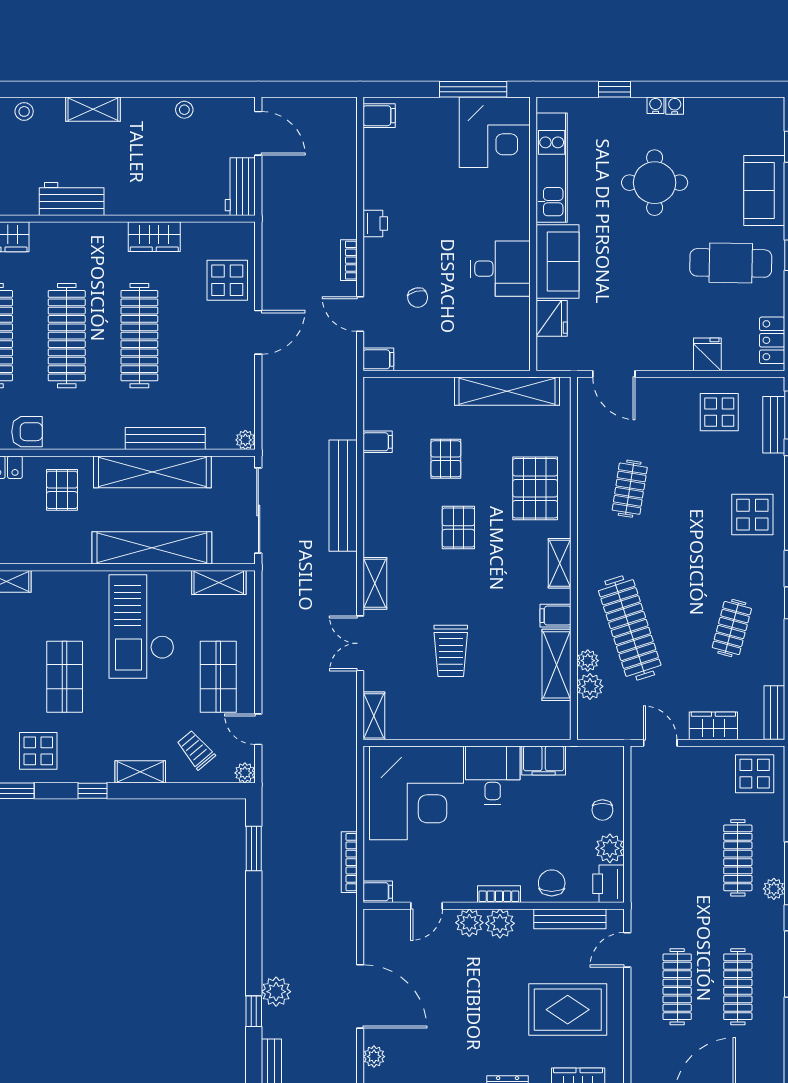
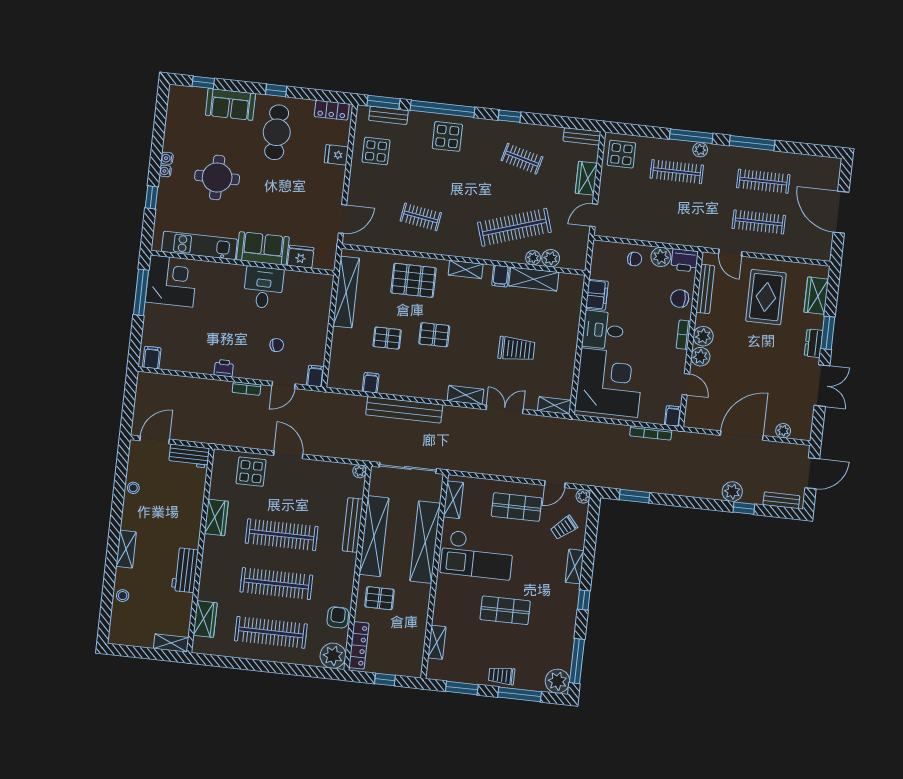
double door: (360, 643) -> (505, 409), swing flipped
display table: (38, 751) -> (553, 633), removed

